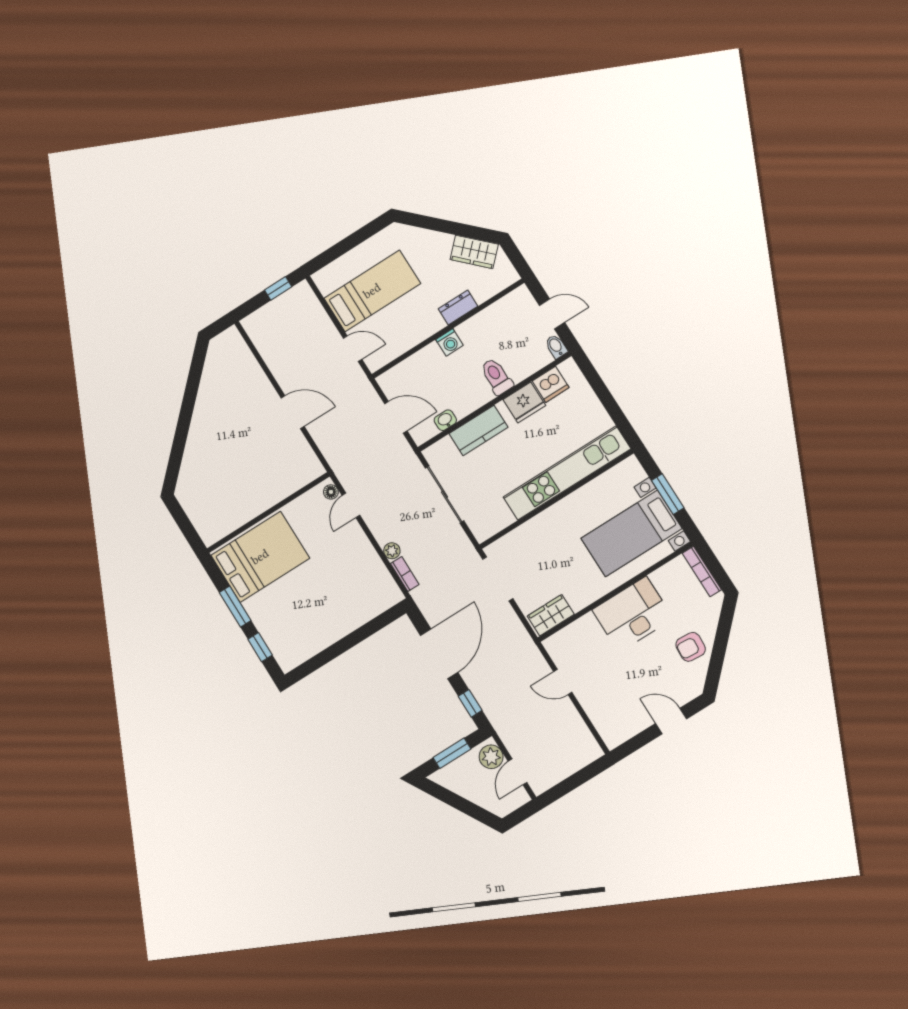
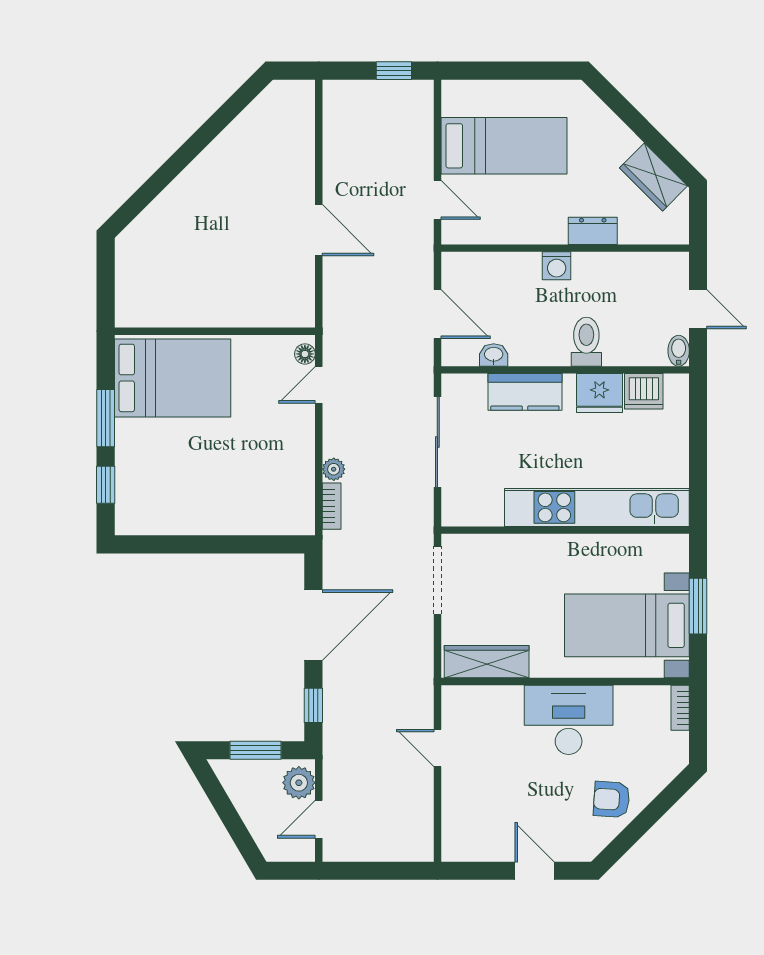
bookcase: (702, 571) -> (680, 708), width x0.64
wardrobe: (551, 615) -> (487, 662), width x1.50

